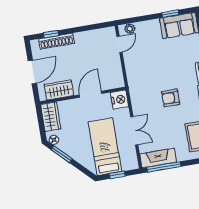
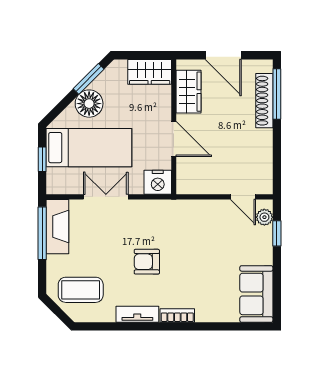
window: (170, 14) -> (277, 233), moved
window: (51, 34) -> (277, 94), width x2.17
armchair: (171, 98) -> (147, 262), turned -90
double door: (134, 131) -> (106, 197), swing flipped
floor lamp: (54, 140) -> (89, 104), moved, width x1.89, depth x1.89

